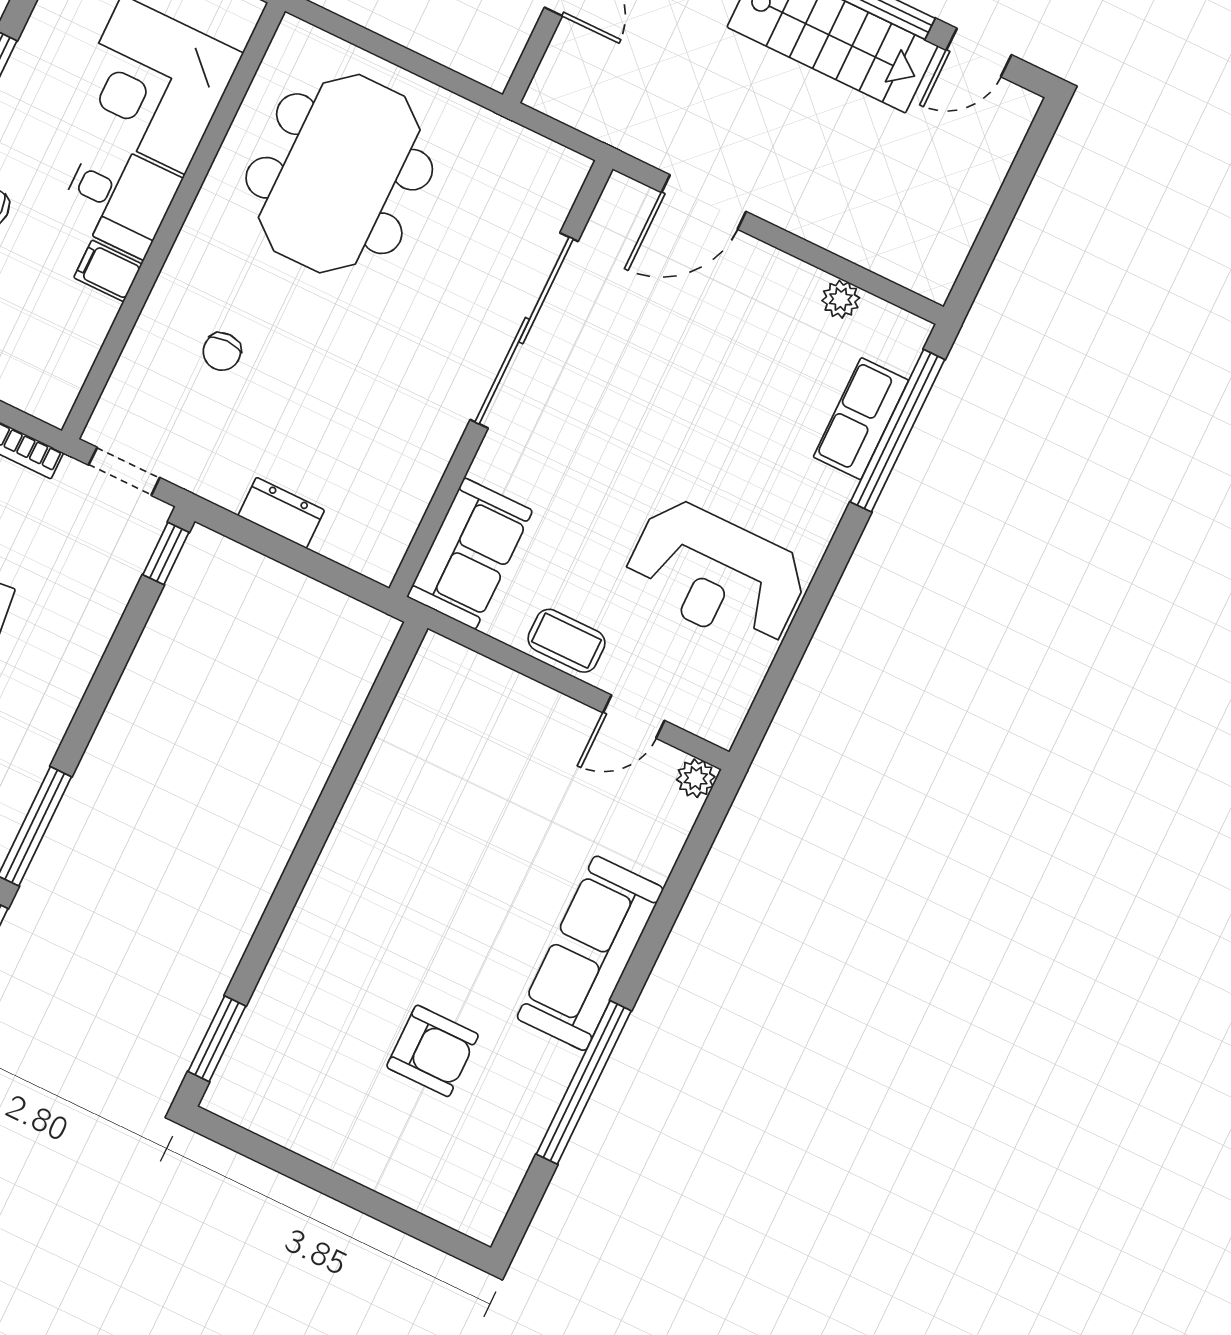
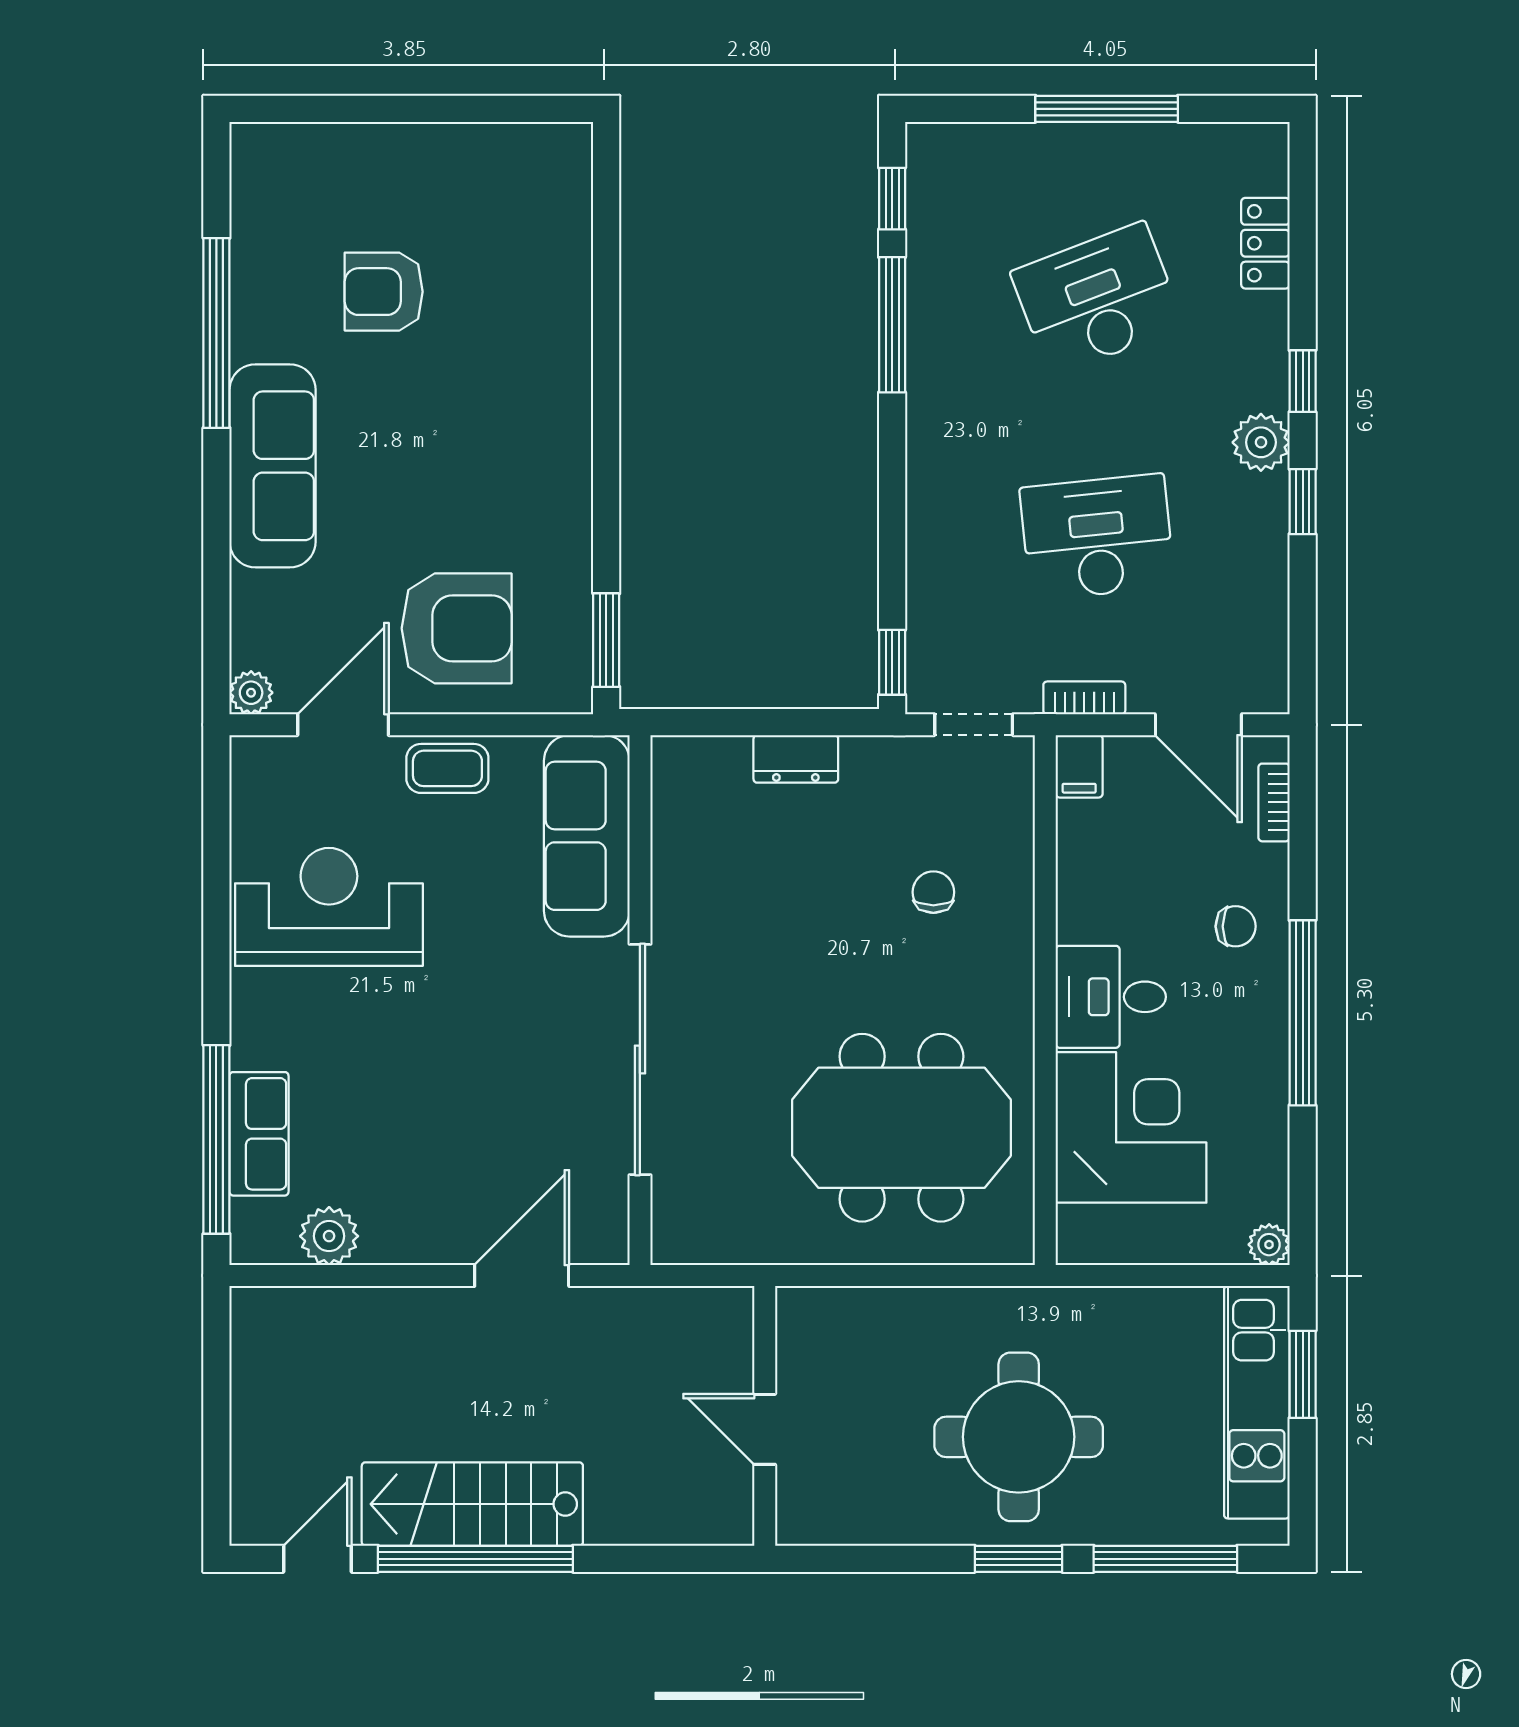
meeting table: (339, 174) -> (901, 1128), turned 90
filing cabinet: (108, 271) -> (1079, 766), moved, turned 90
plant: (841, 299) -> (329, 1236), width x1.38, depth x1.38
sofa: (470, 554) -> (587, 836), width x1.36
door: (634, 717) -> (343, 725), width x1.38
armchair: (505, 750) -> (457, 628), added
window: (217, 1039) -> (606, 640), moved

